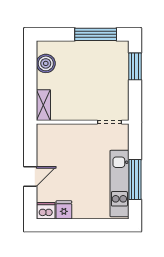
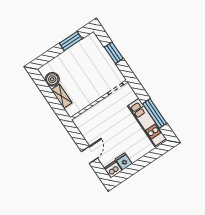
window: (96, 34) -> (71, 41), width x0.69
window: (135, 66) -> (114, 53), moved
shelving: (43, 105) -> (62, 96), moved

